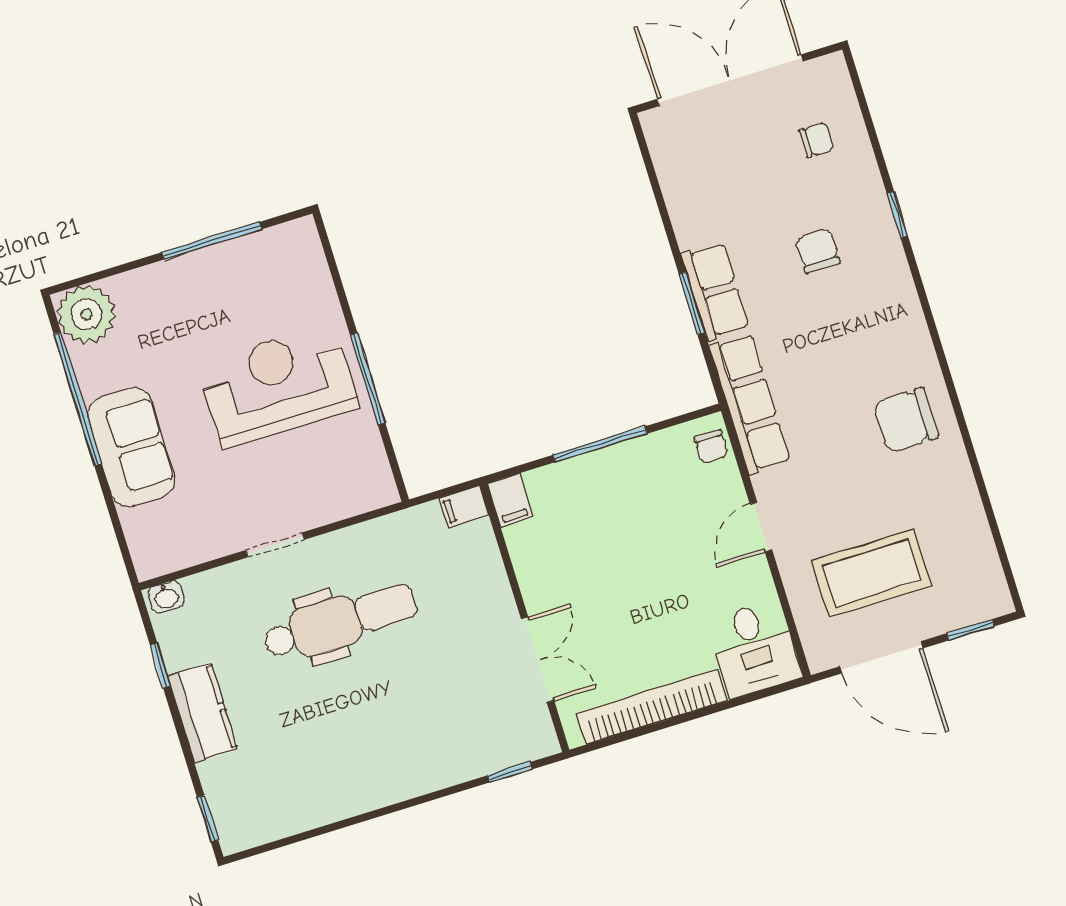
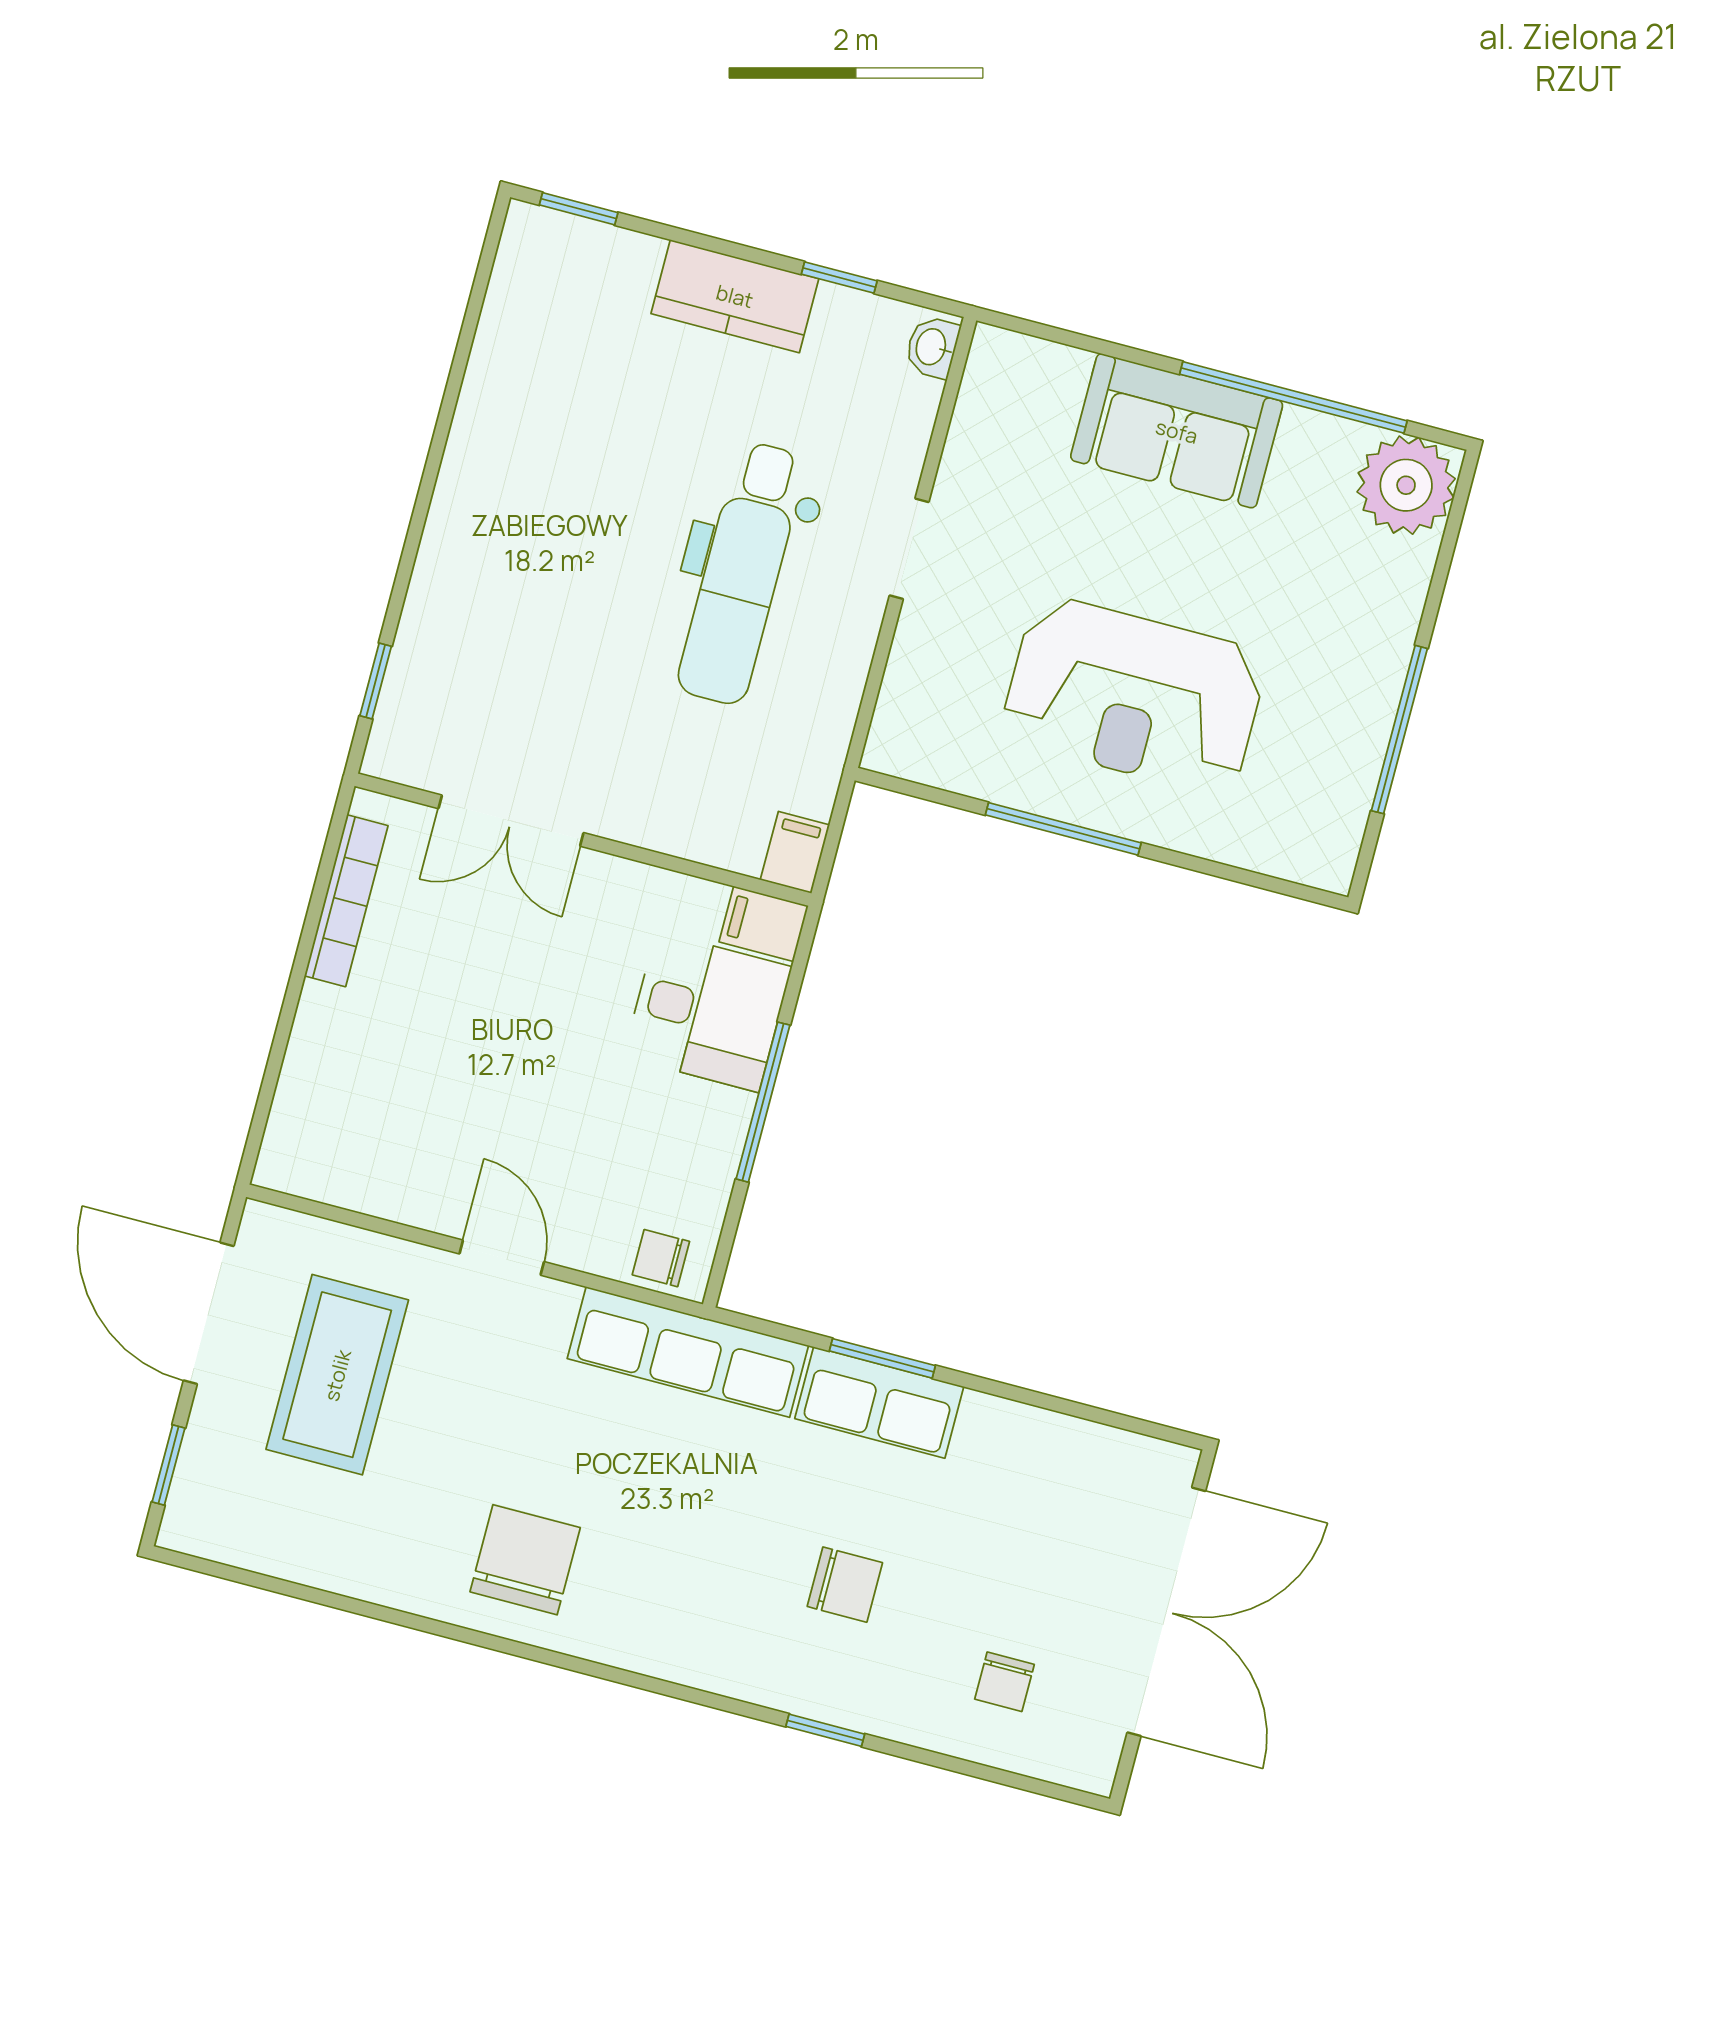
reception desk: (278, 385) -> (1134, 695), turned 90
desk: (754, 649) -> (708, 1012), moved, turned 180
door: (881, 657) -> (209, 1313), hinge flipped
bookcase: (652, 707) -> (346, 901), width x0.68, depth x0.76

